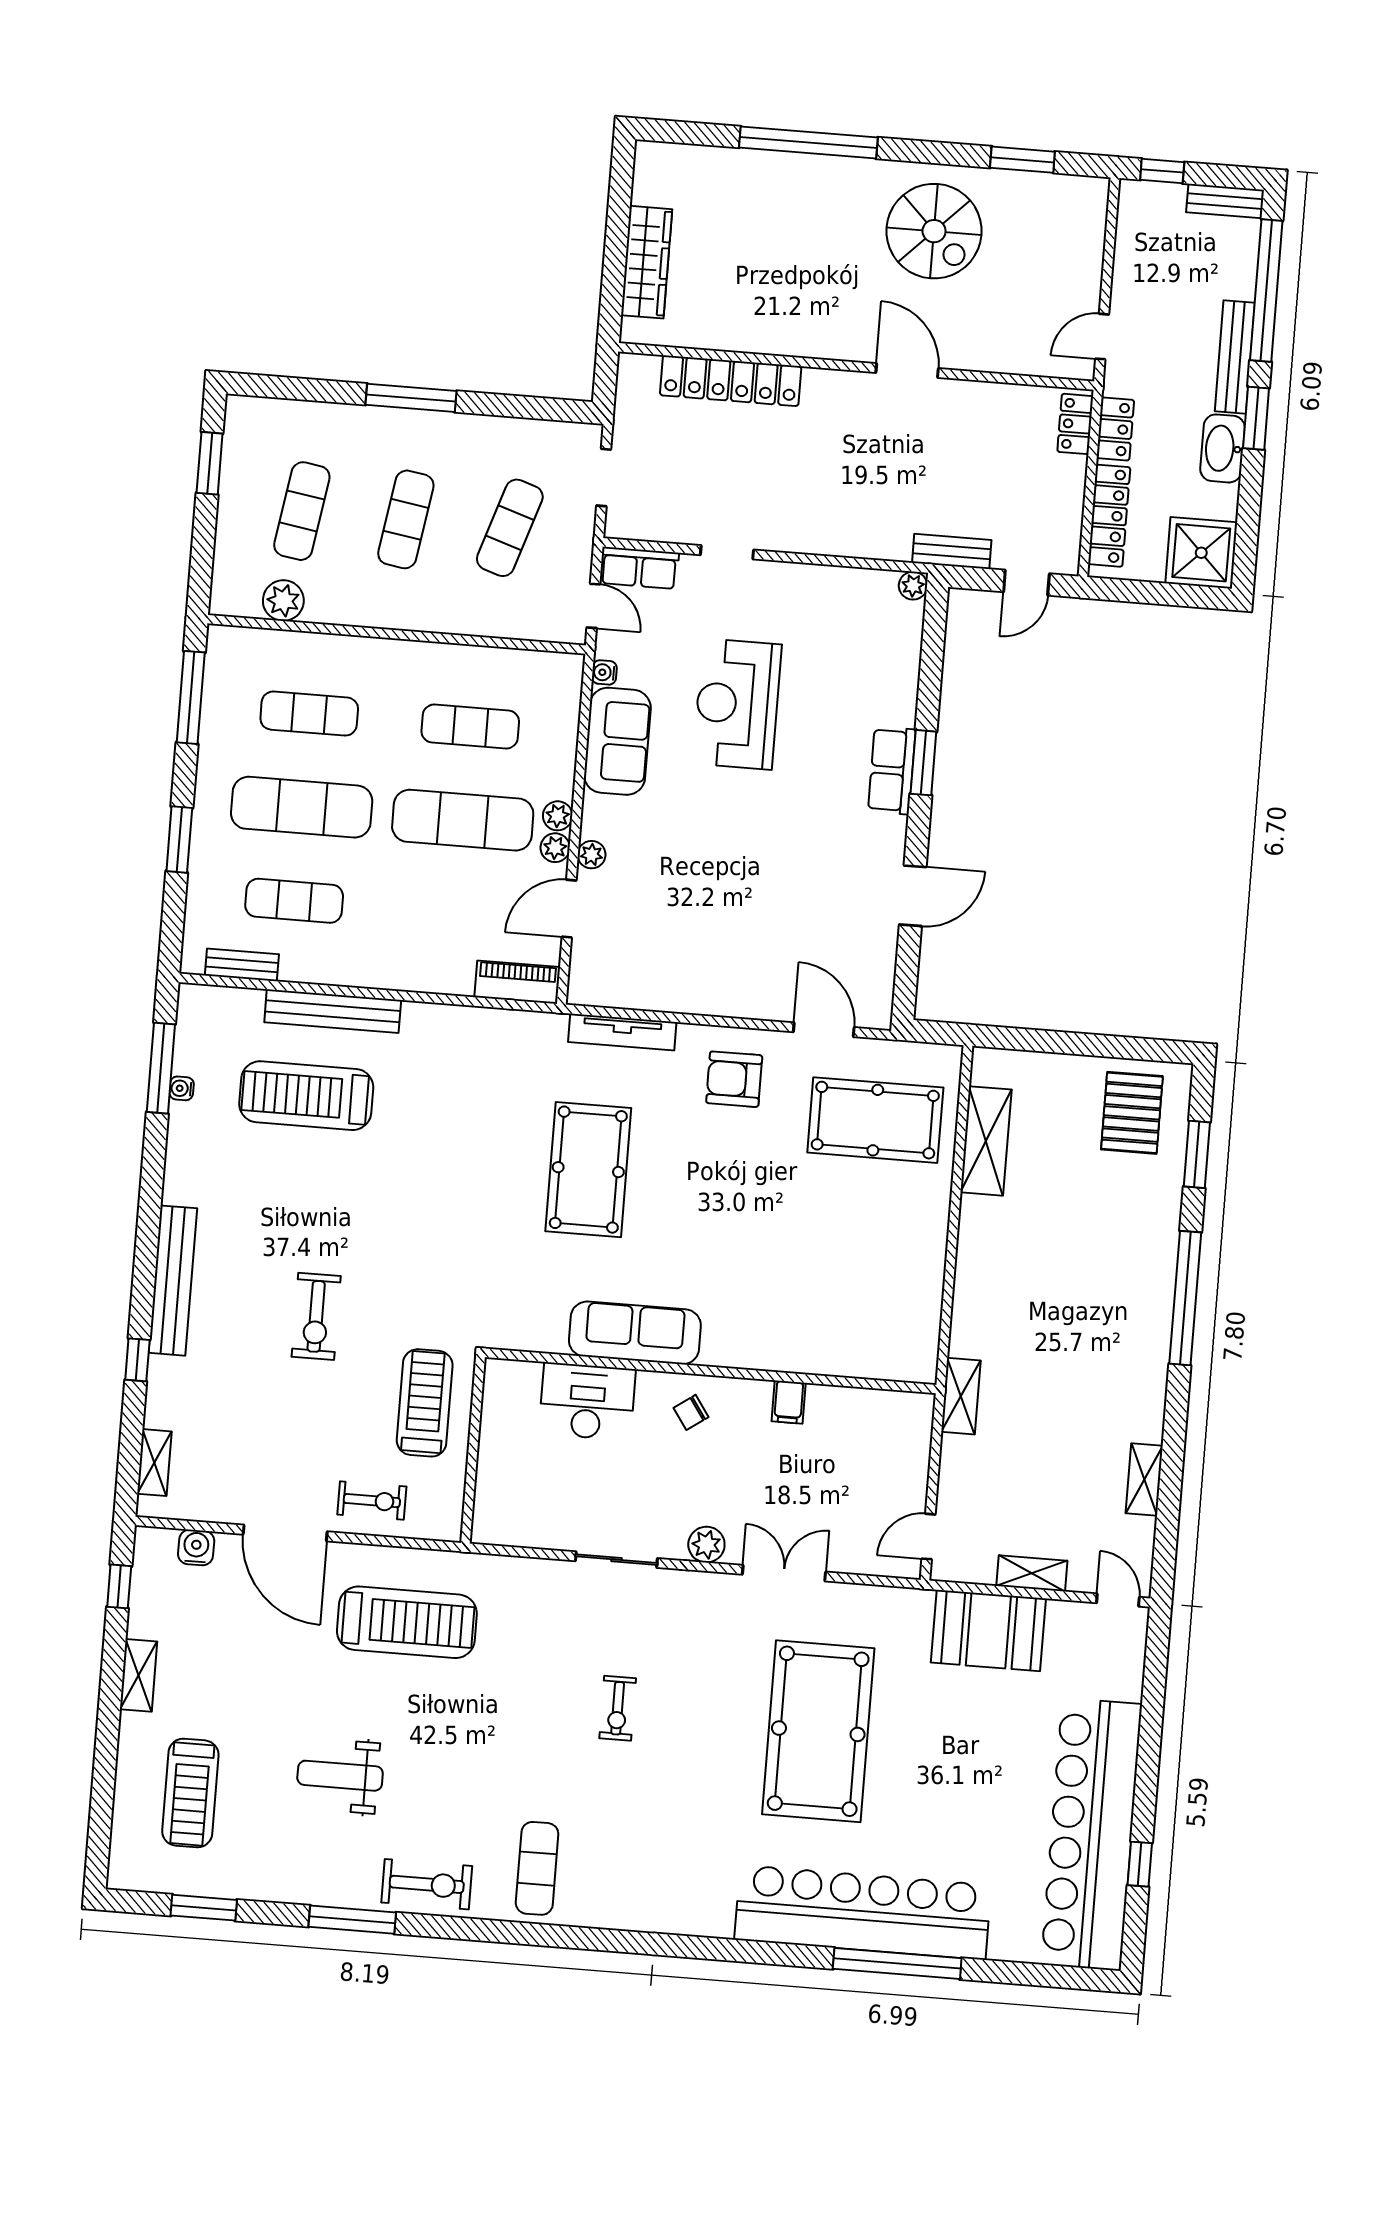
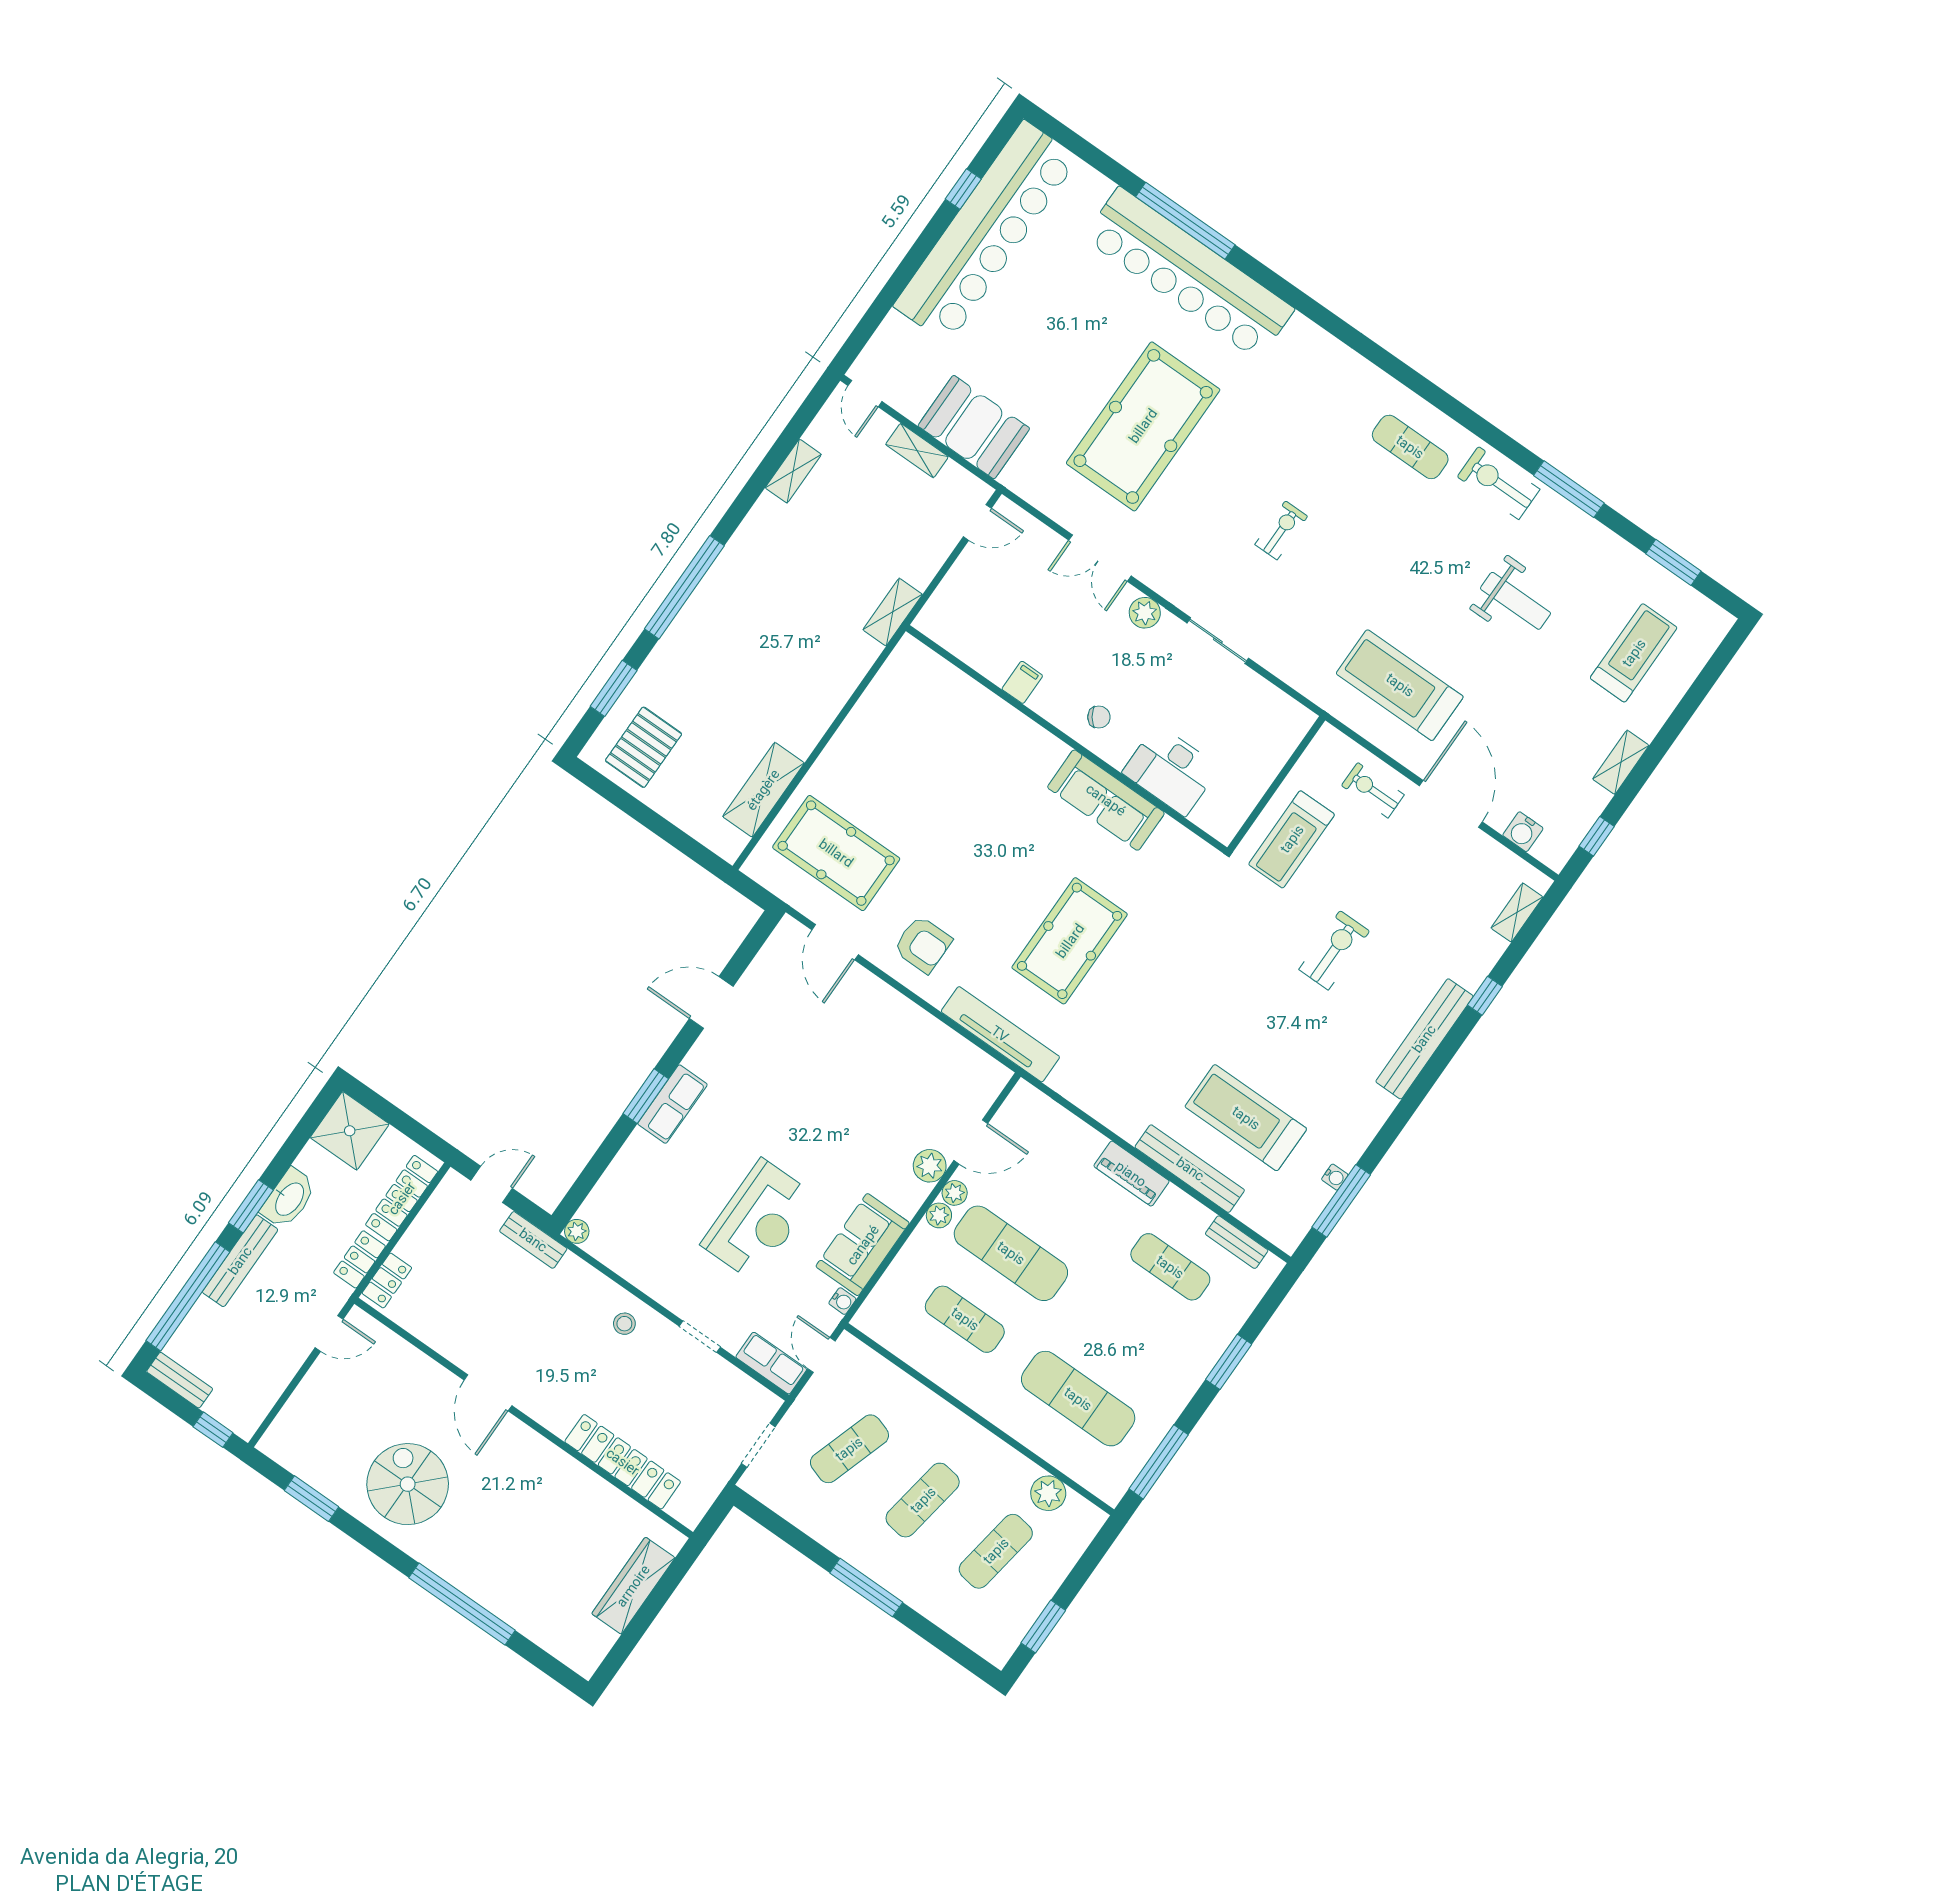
stool: (810, 521) -> (624, 1324), added
exercise mat: (309, 714) -> (1078, 1399), width x1.36, depth x1.45
exercise mat: (302, 807) -> (1124, 1333), removed
plant: (591, 855) -> (930, 1166), width x1.38, depth x1.38
piano: (517, 982) -> (1131, 1174), moved
tv unit: (622, 1032) -> (1000, 1034), width x1.36, depth x1.29
treadmill: (306, 1096) -> (1246, 1118), turned 180
exercise mat: (537, 1868) -> (1410, 447), turned 90

